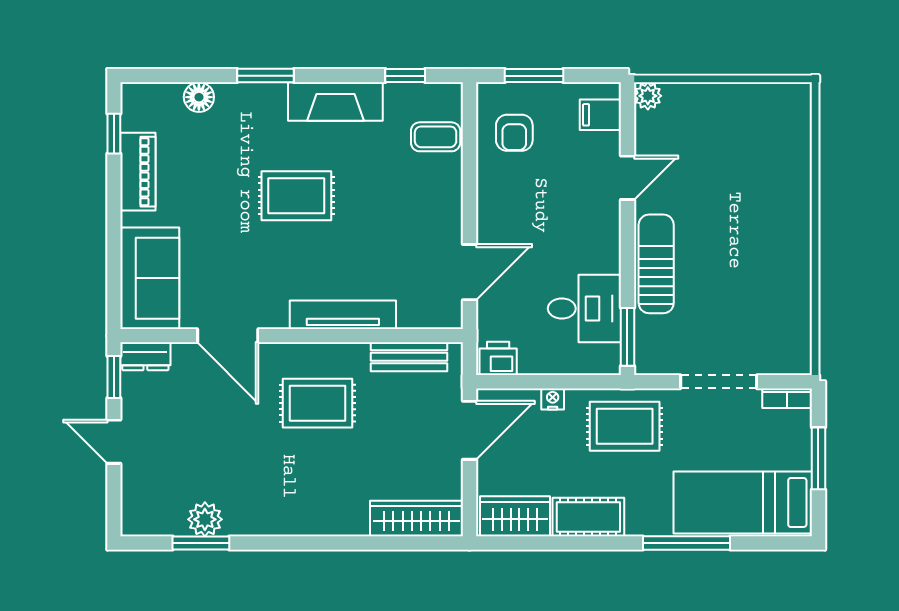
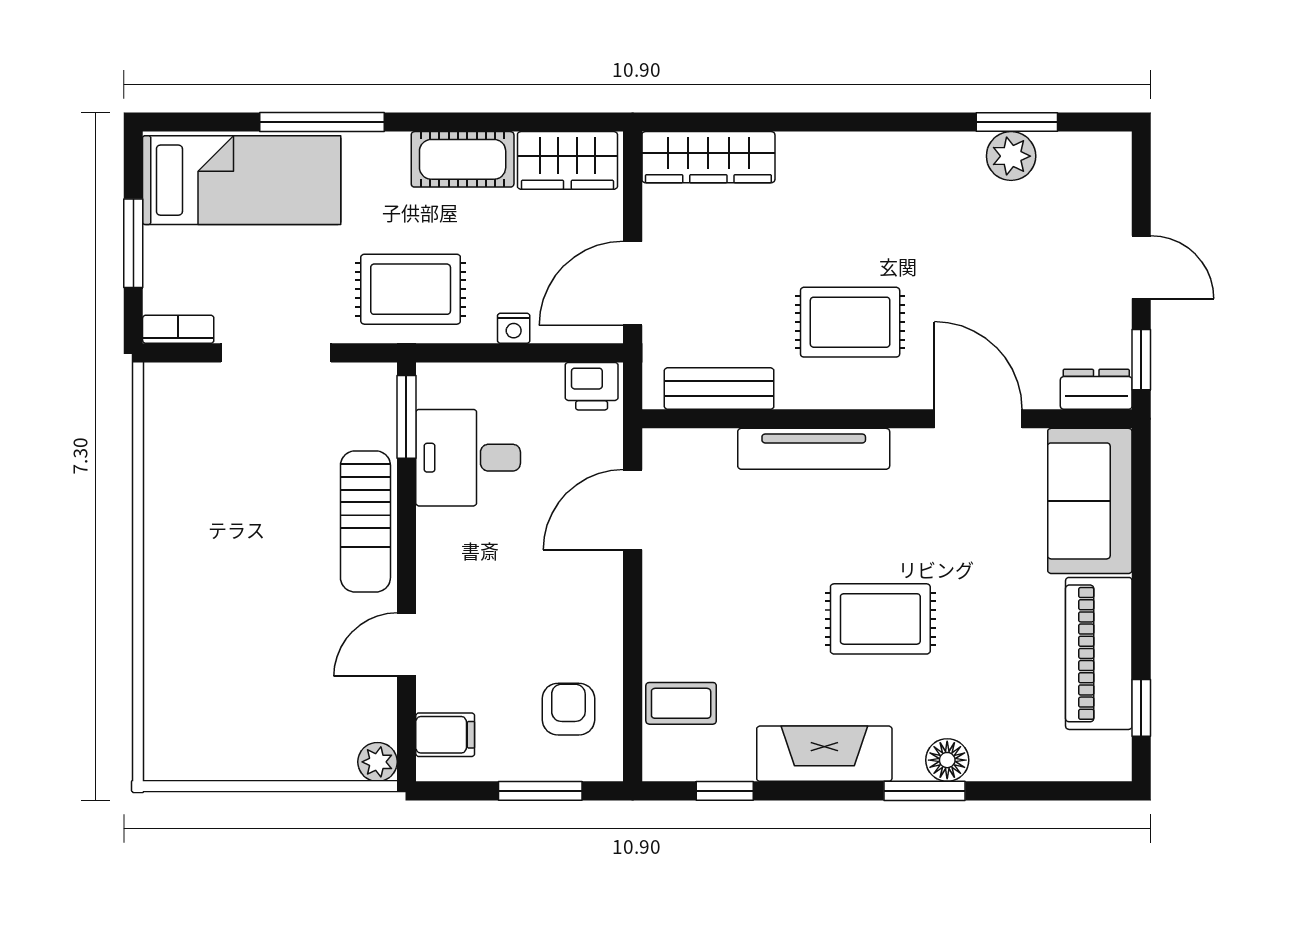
floor lamp: (199, 97) -> (947, 760), moved
piano: (138, 172) -> (1099, 653), width x1.37, depth x1.33

